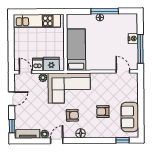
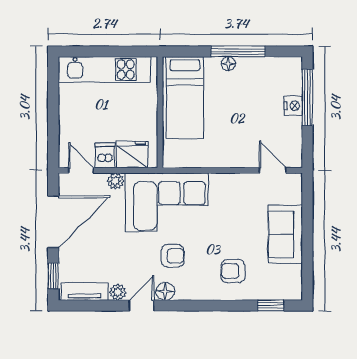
window: (140, 49) -> (307, 97), moved
bed: (76, 50) -> (185, 98), moved, turned 180
door: (12, 99) -> (53, 222), width x1.88
armchair: (103, 112) -> (233, 271), moved
sofa: (130, 117) -> (285, 234), moved
floor lamp: (81, 133) -> (165, 291), moved

